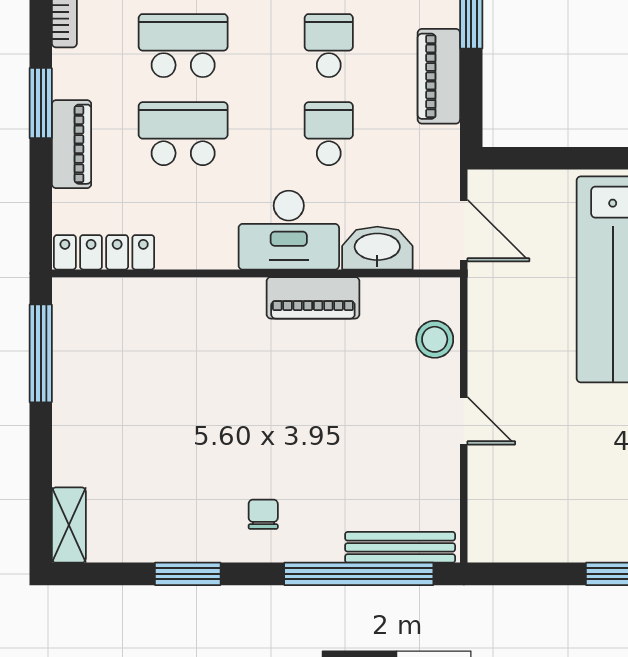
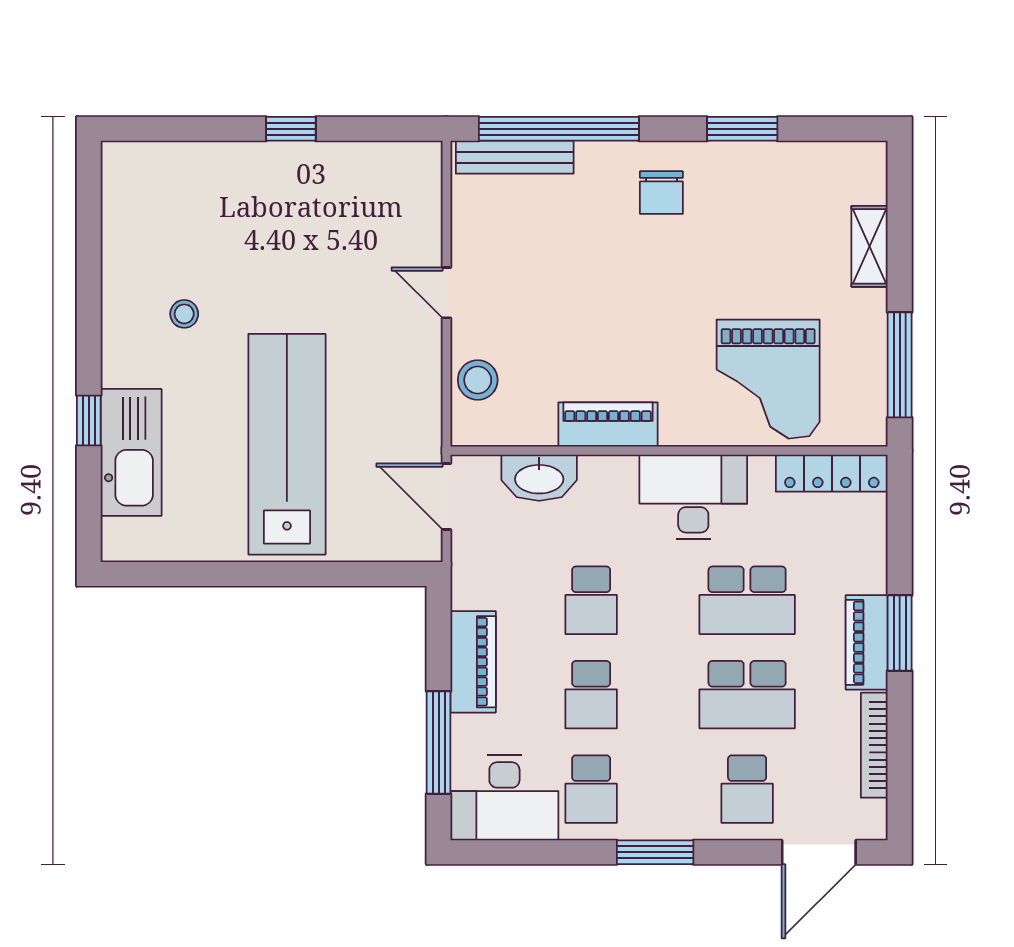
piano: (72, 144) -> (867, 642), moved
desk: (289, 230) -> (693, 497), moved
grand piano: (164, 340) -> (768, 379), added
chair: (263, 514) -> (661, 193), width x1.37, depth x1.37
shelving: (69, 525) -> (870, 246), moved

